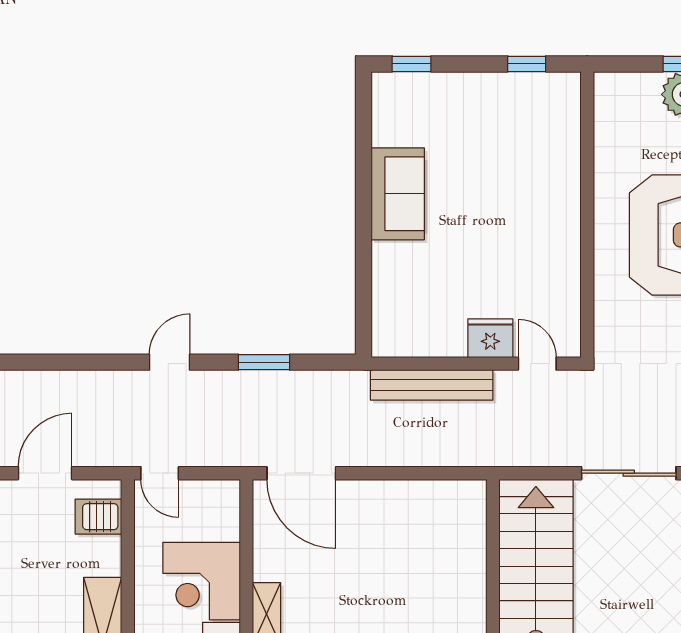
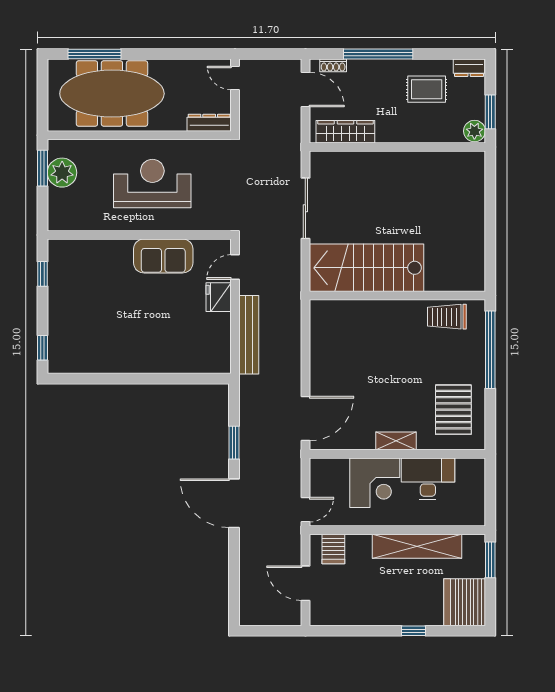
sofa: (398, 194) -> (163, 256), moved, turned 180
door: (170, 362) -> (234, 503), width x1.87

